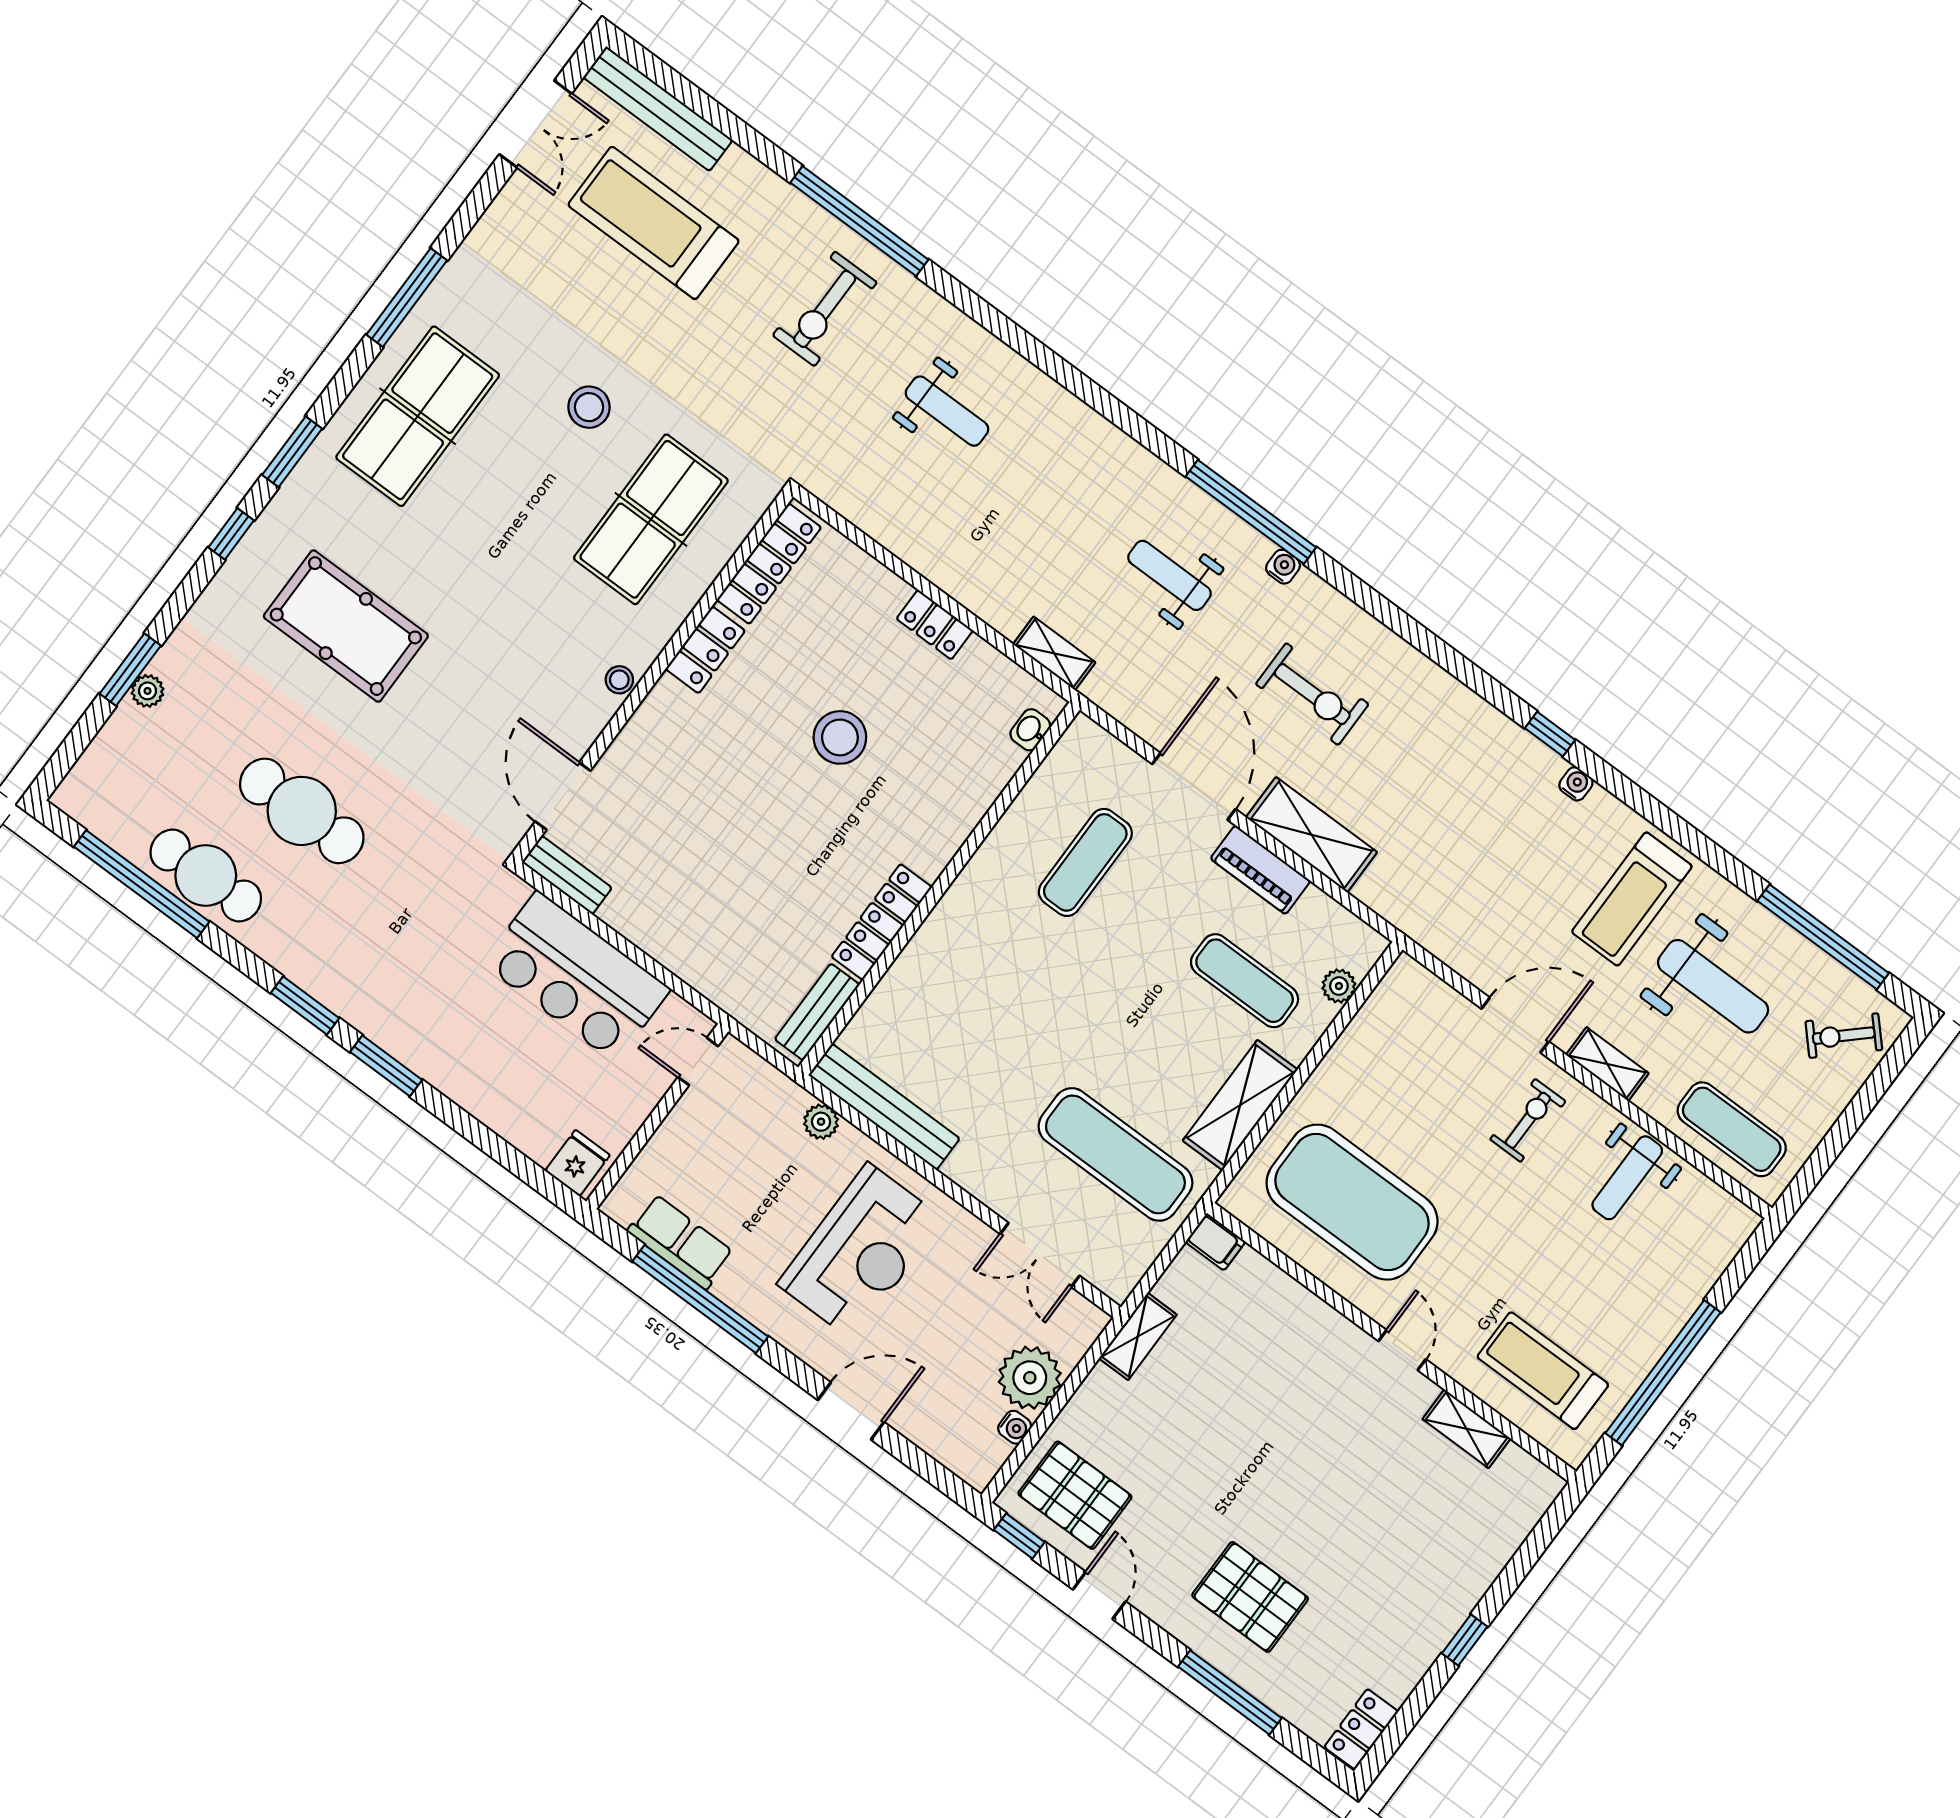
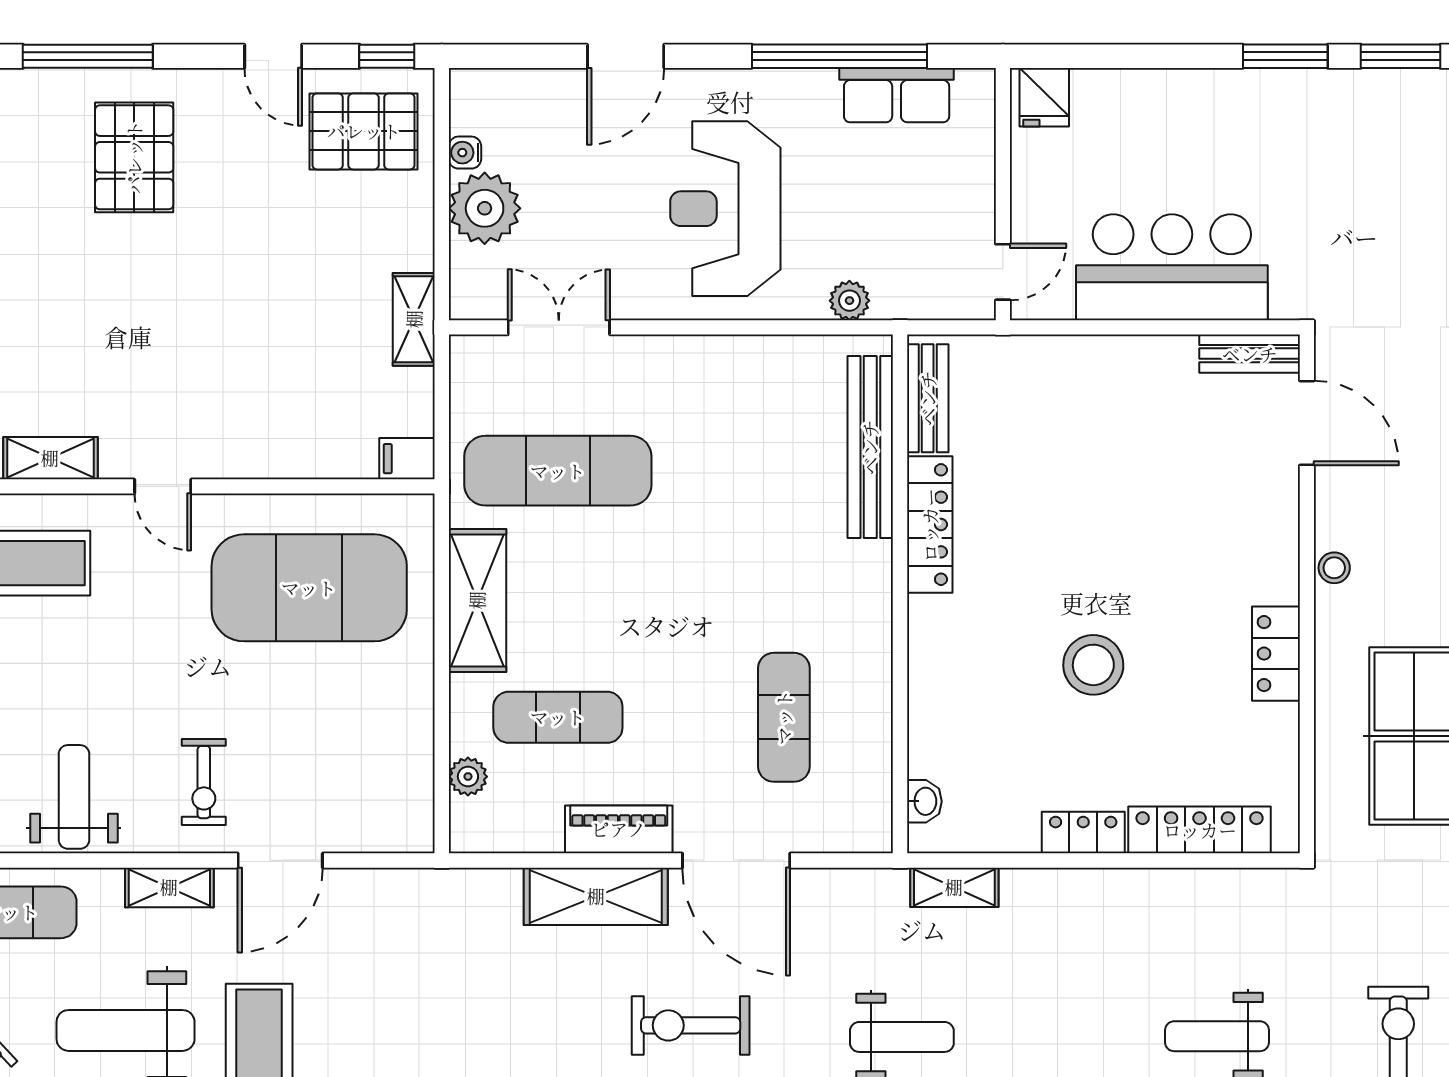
locker: (769, 564) -> (1200, 830), moved, turned 90
bench: (884, 1107) -> (870, 447), moved, turned 90
pallet: (1250, 1597) -> (134, 157), turned 90

